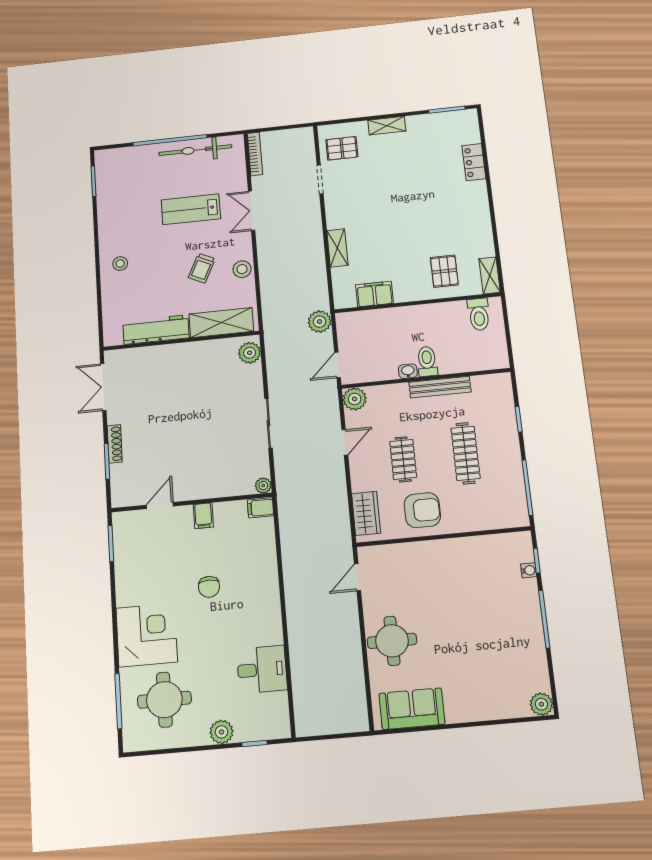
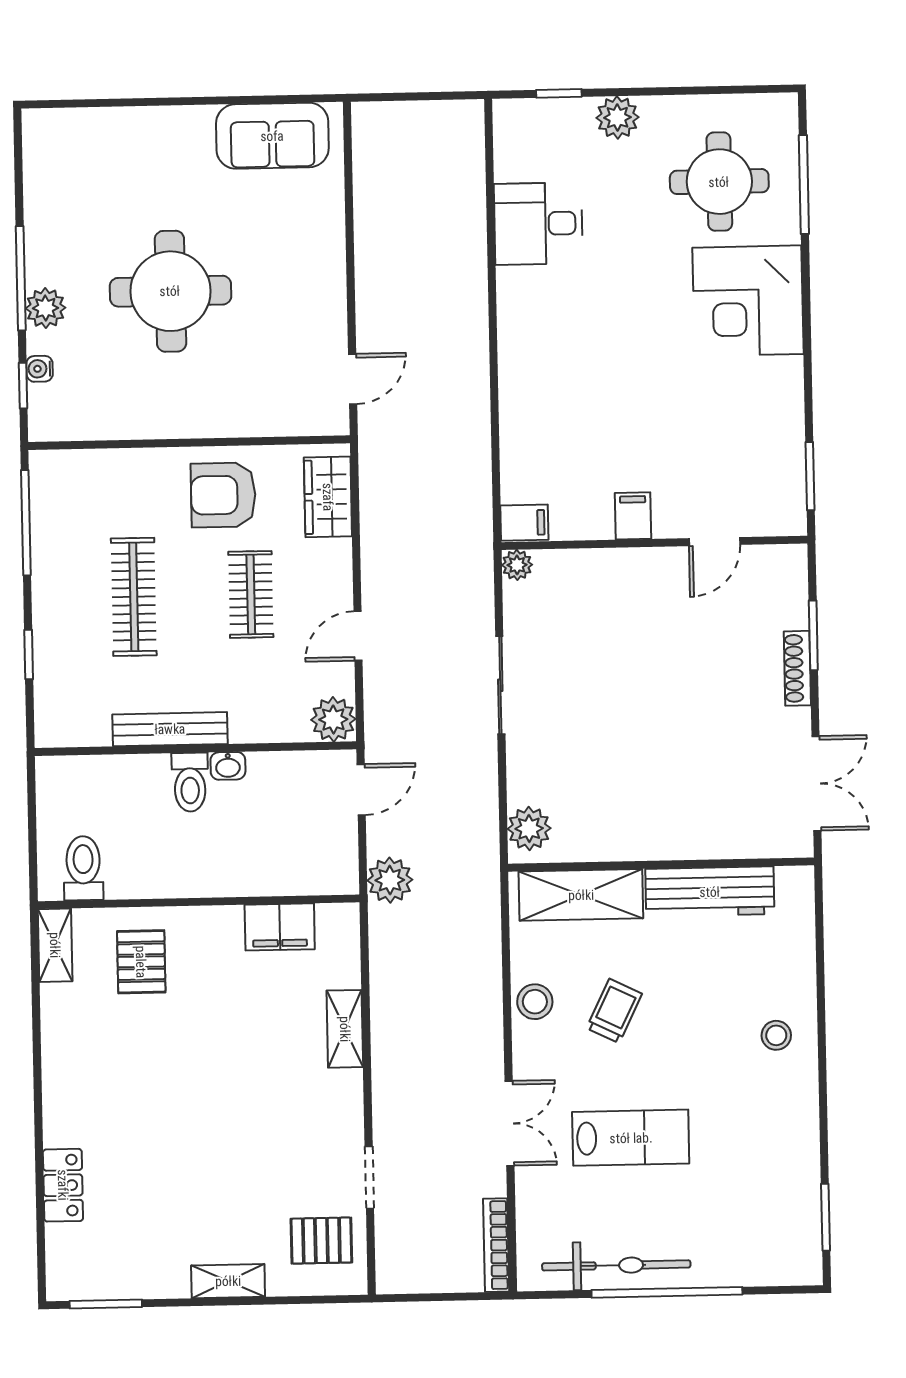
chair: (209, 587) -> (628, 381), removed
round table: (392, 641) -> (170, 291), moved, width x1.36, depth x1.36
plant: (541, 704) -> (45, 308), moved

